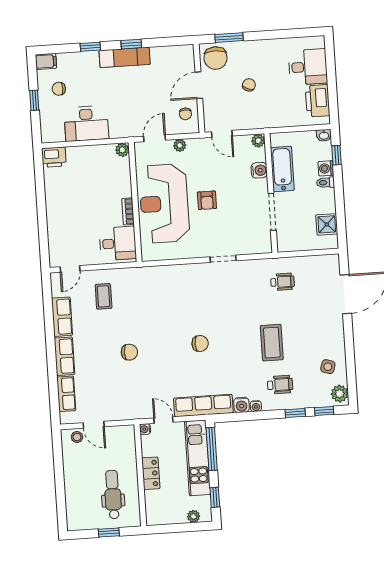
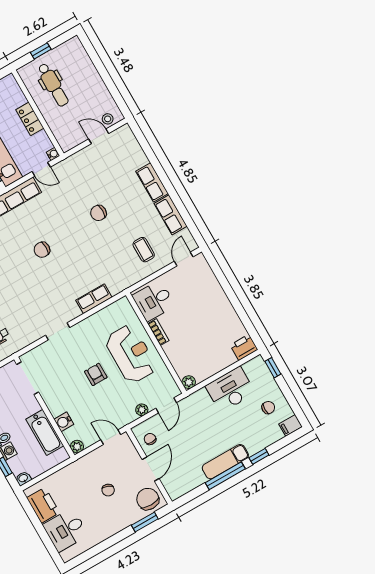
window: (131, 44) -> (225, 476), width x2.17
window: (34, 100) -> (273, 368), moved
reception desk: (164, 203) -> (131, 354), width x0.74, depth x0.77
doorway: (272, 212) -> (28, 378), moved
row of seats: (66, 394) -> (94, 299), moved, turned 90

